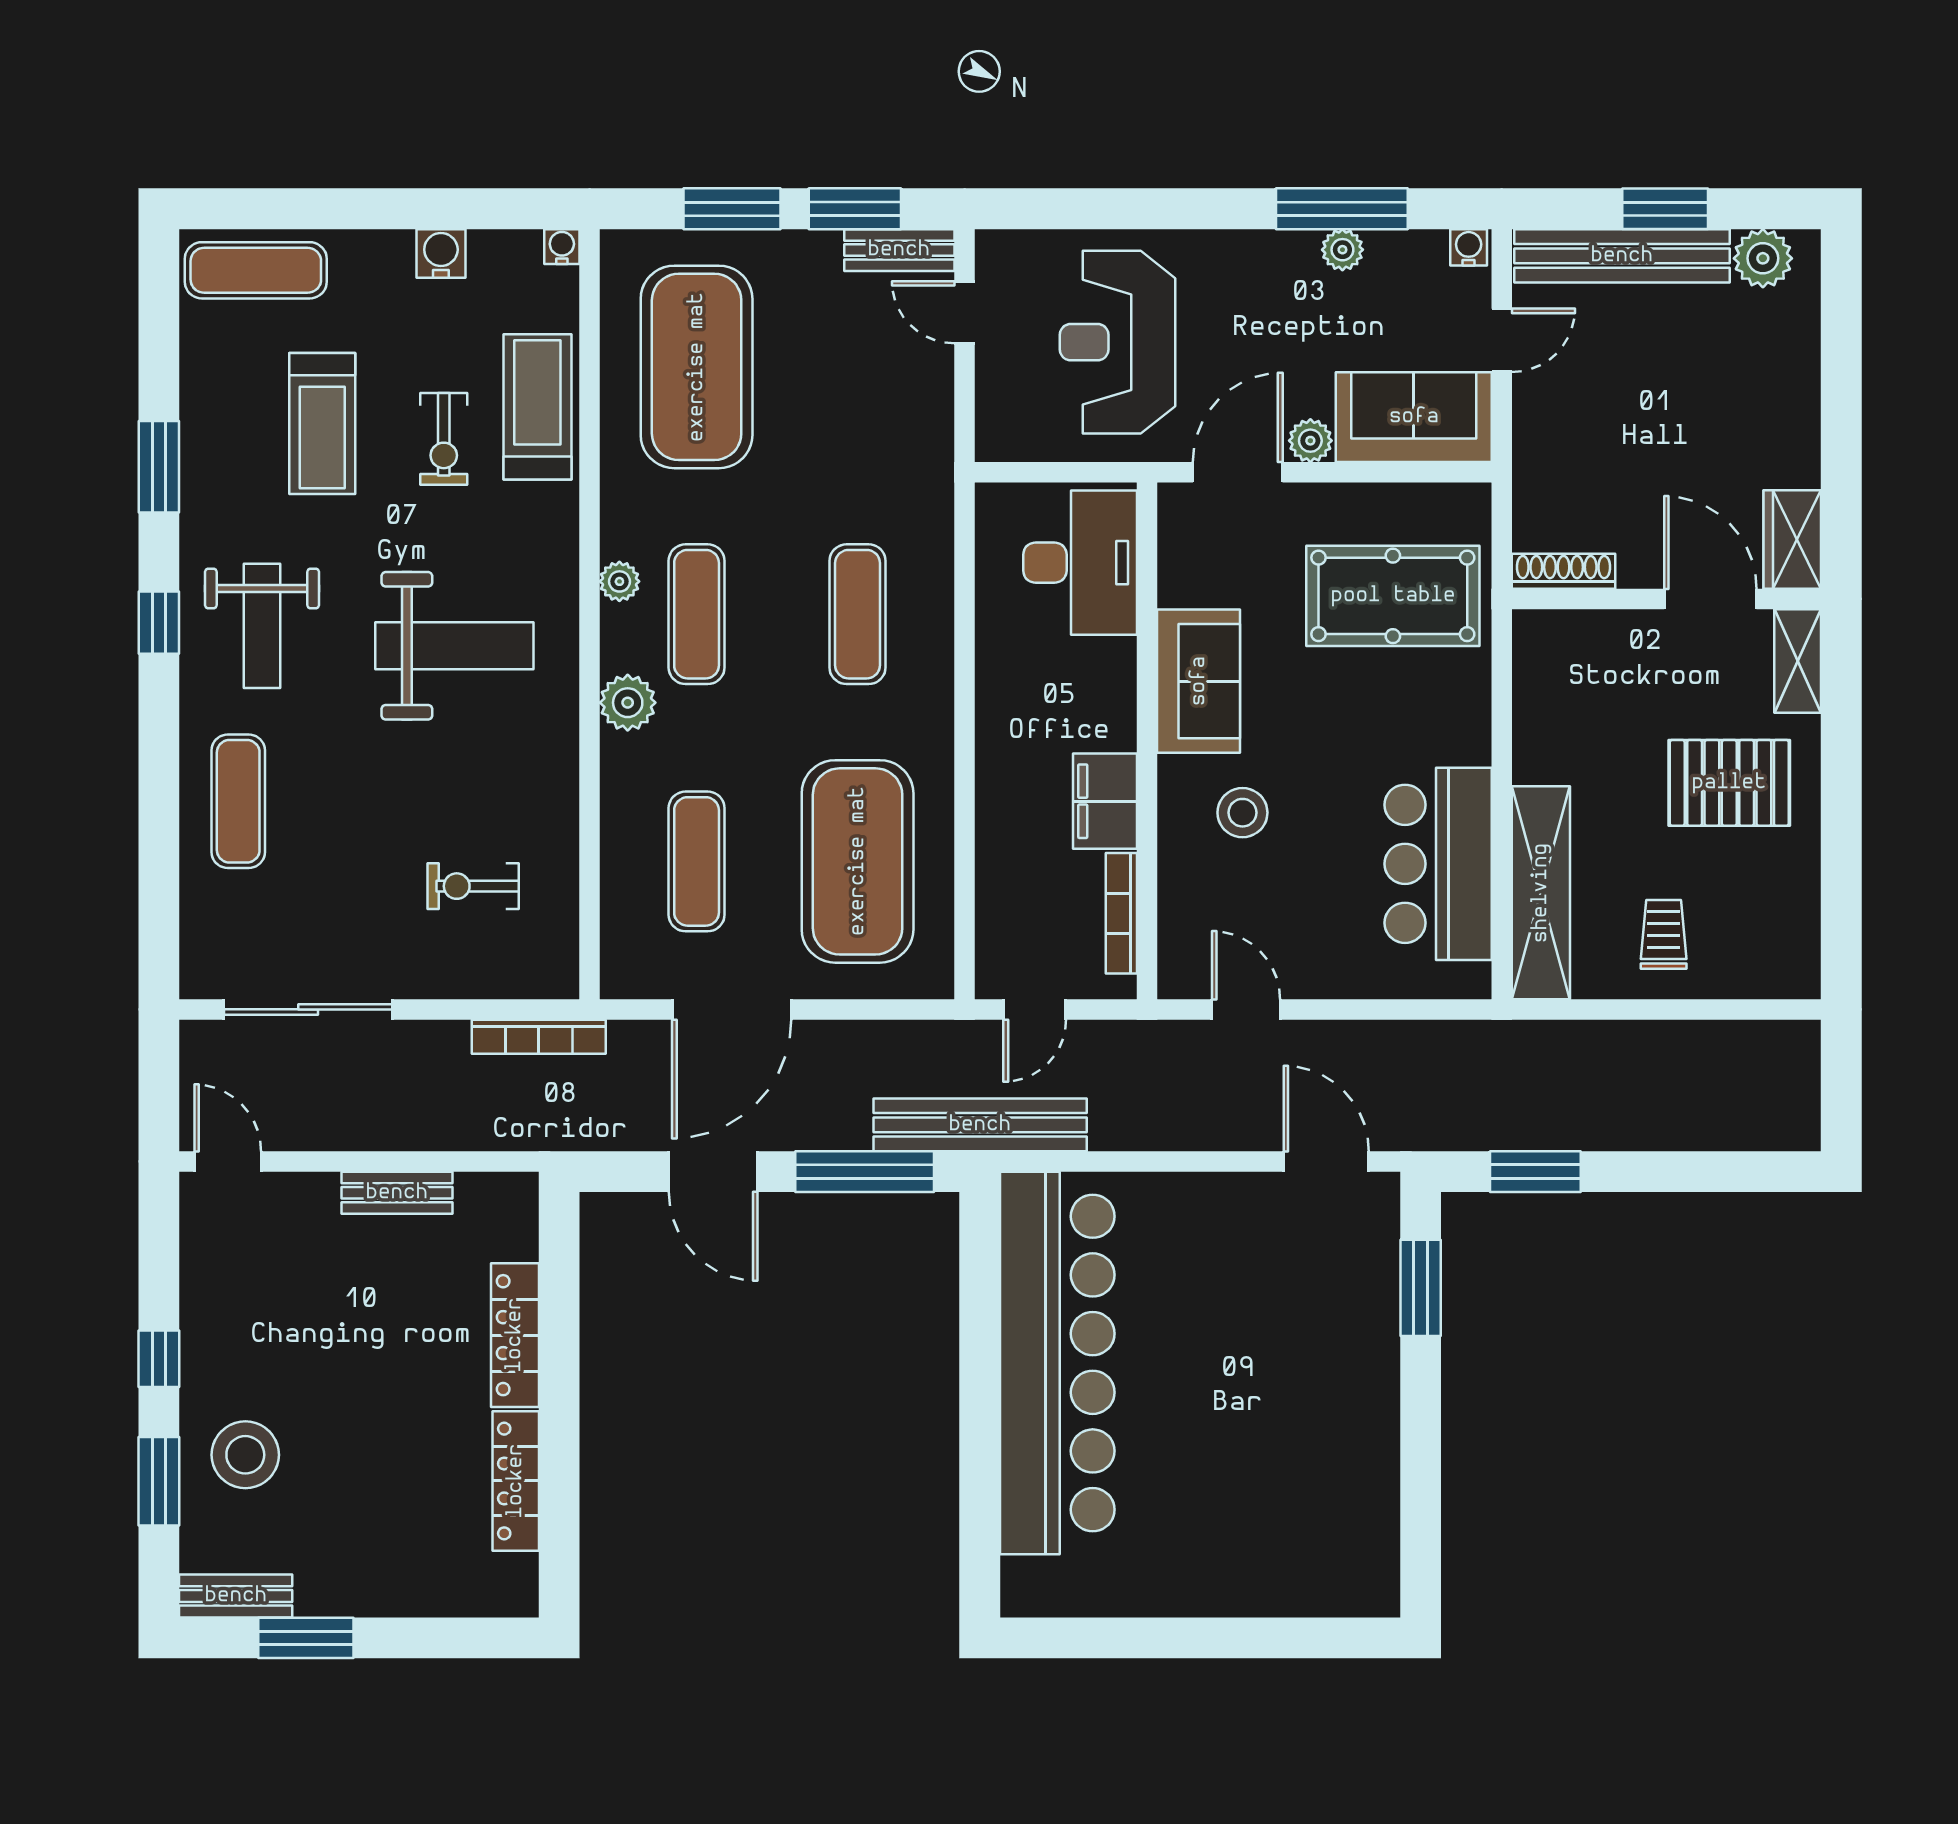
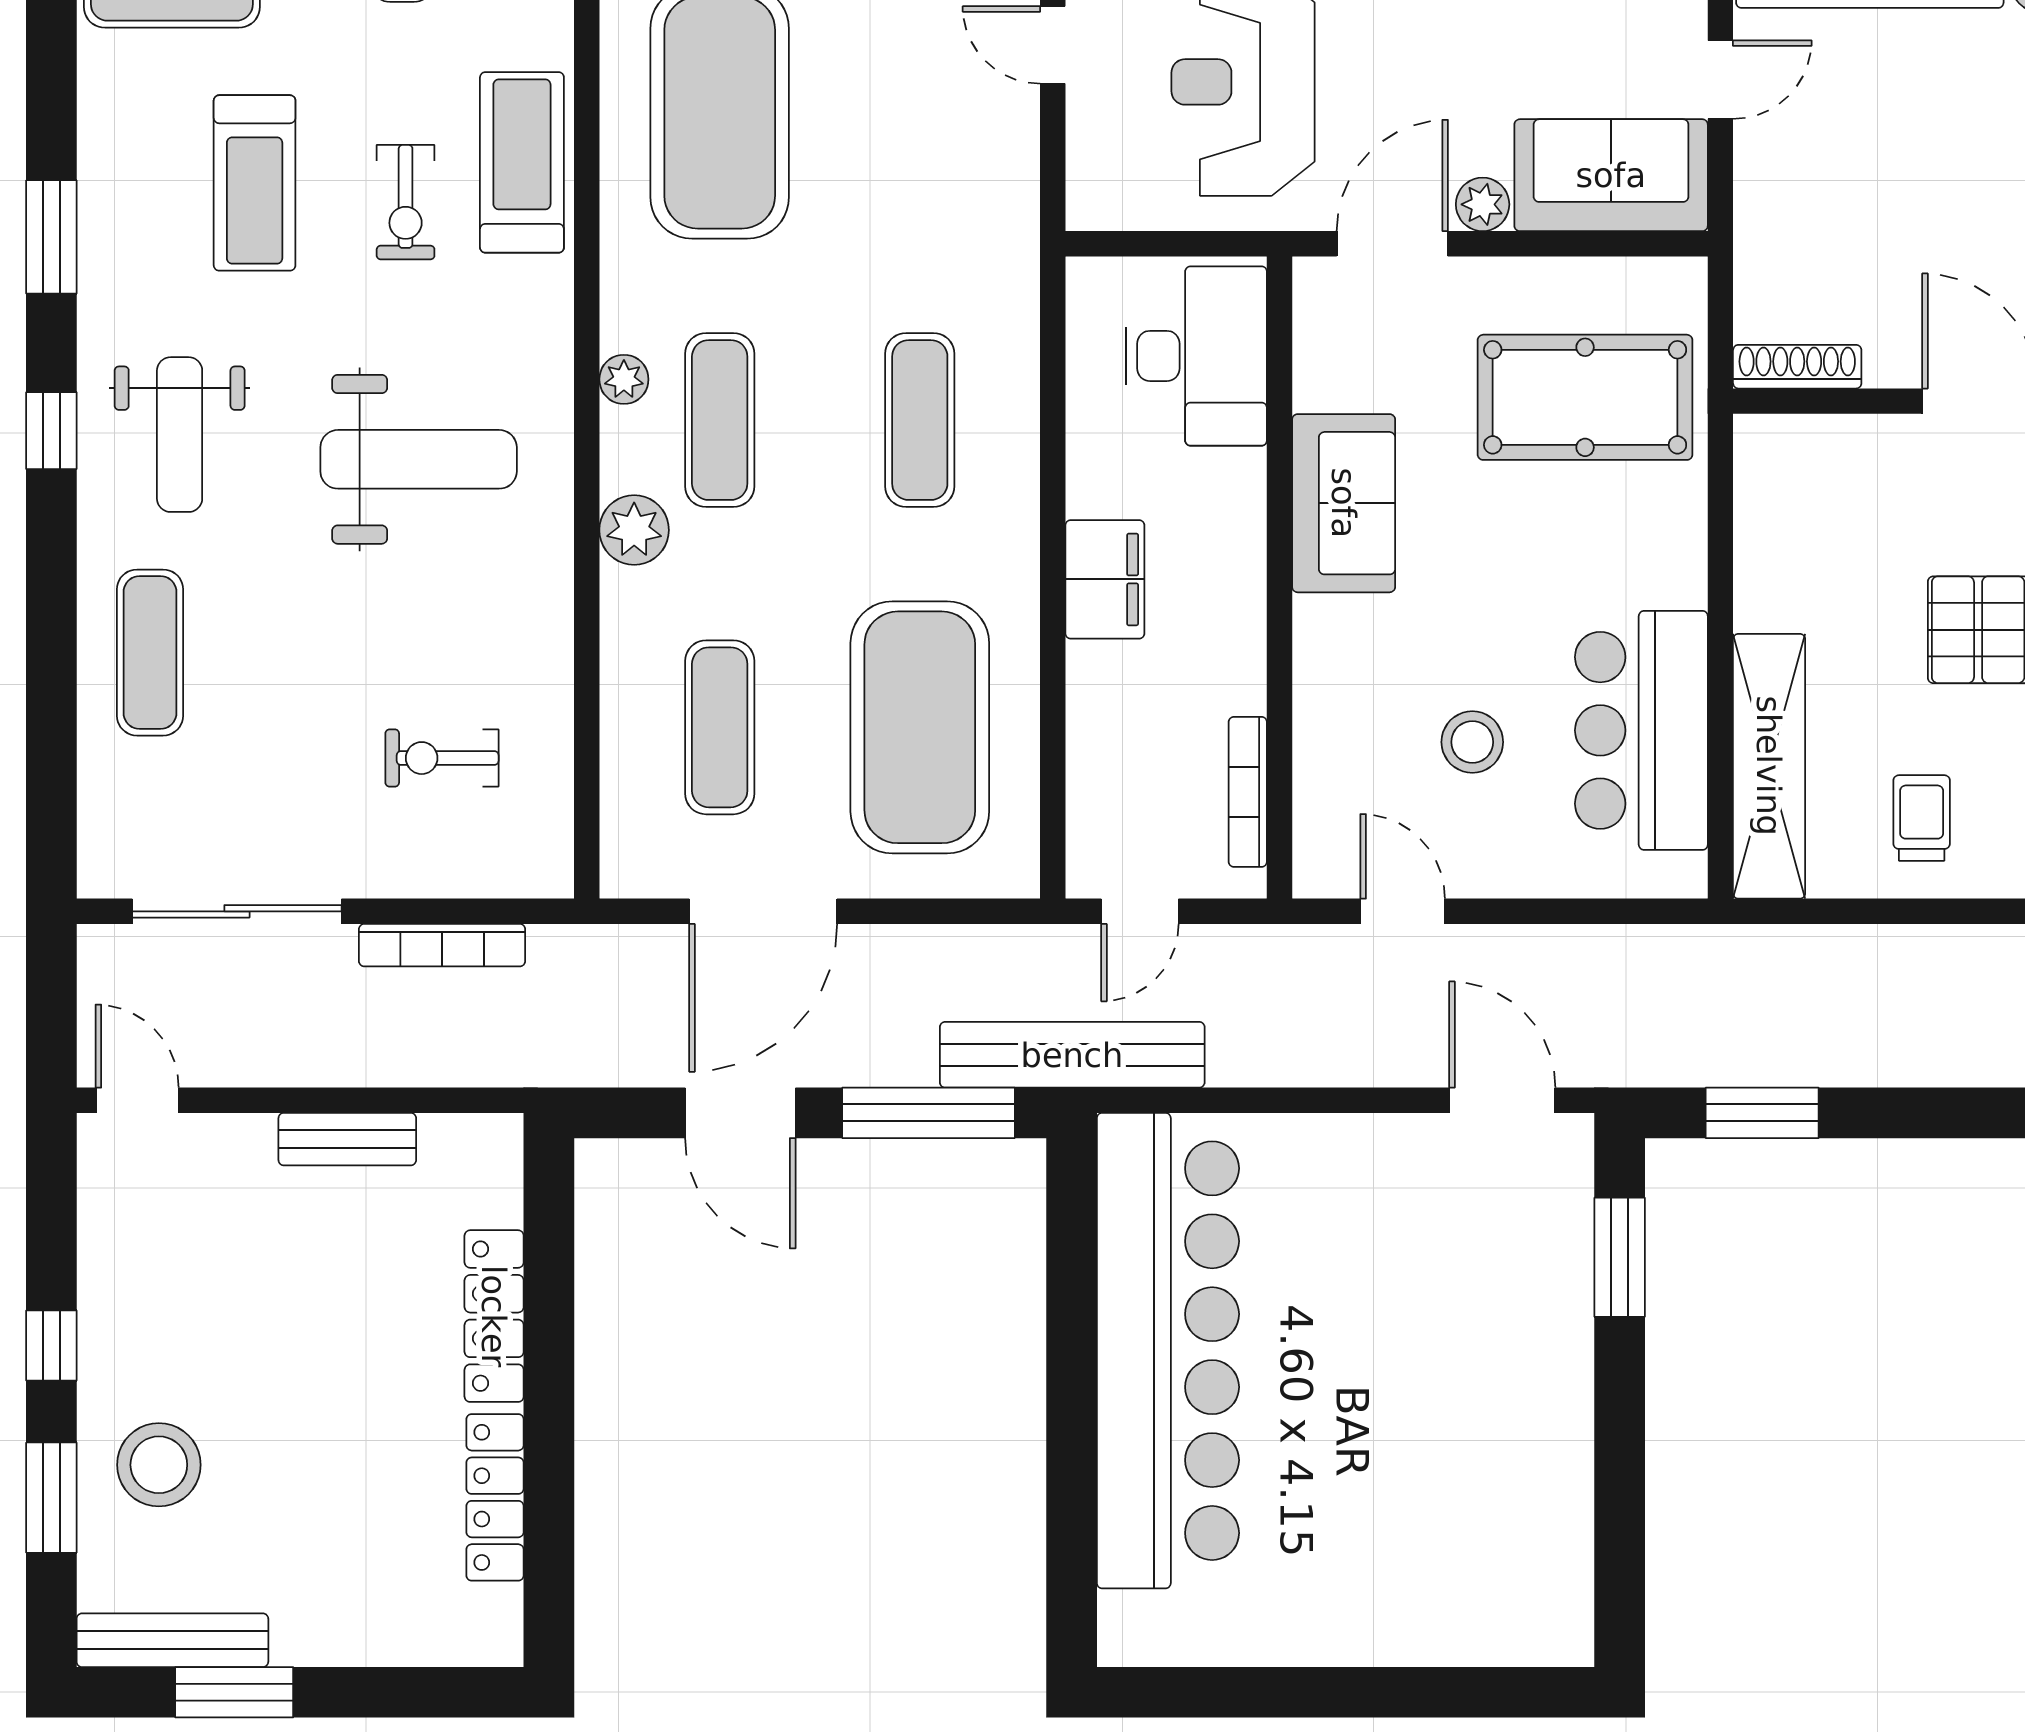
filing cabinet: (1105, 801) -> (1105, 579), moved, turned 180
stool: (1242, 813) -> (1472, 742), moved
bookcase: (539, 1037) -> (442, 945), moved
bench: (236, 1596) -> (172, 1640), width x1.36

